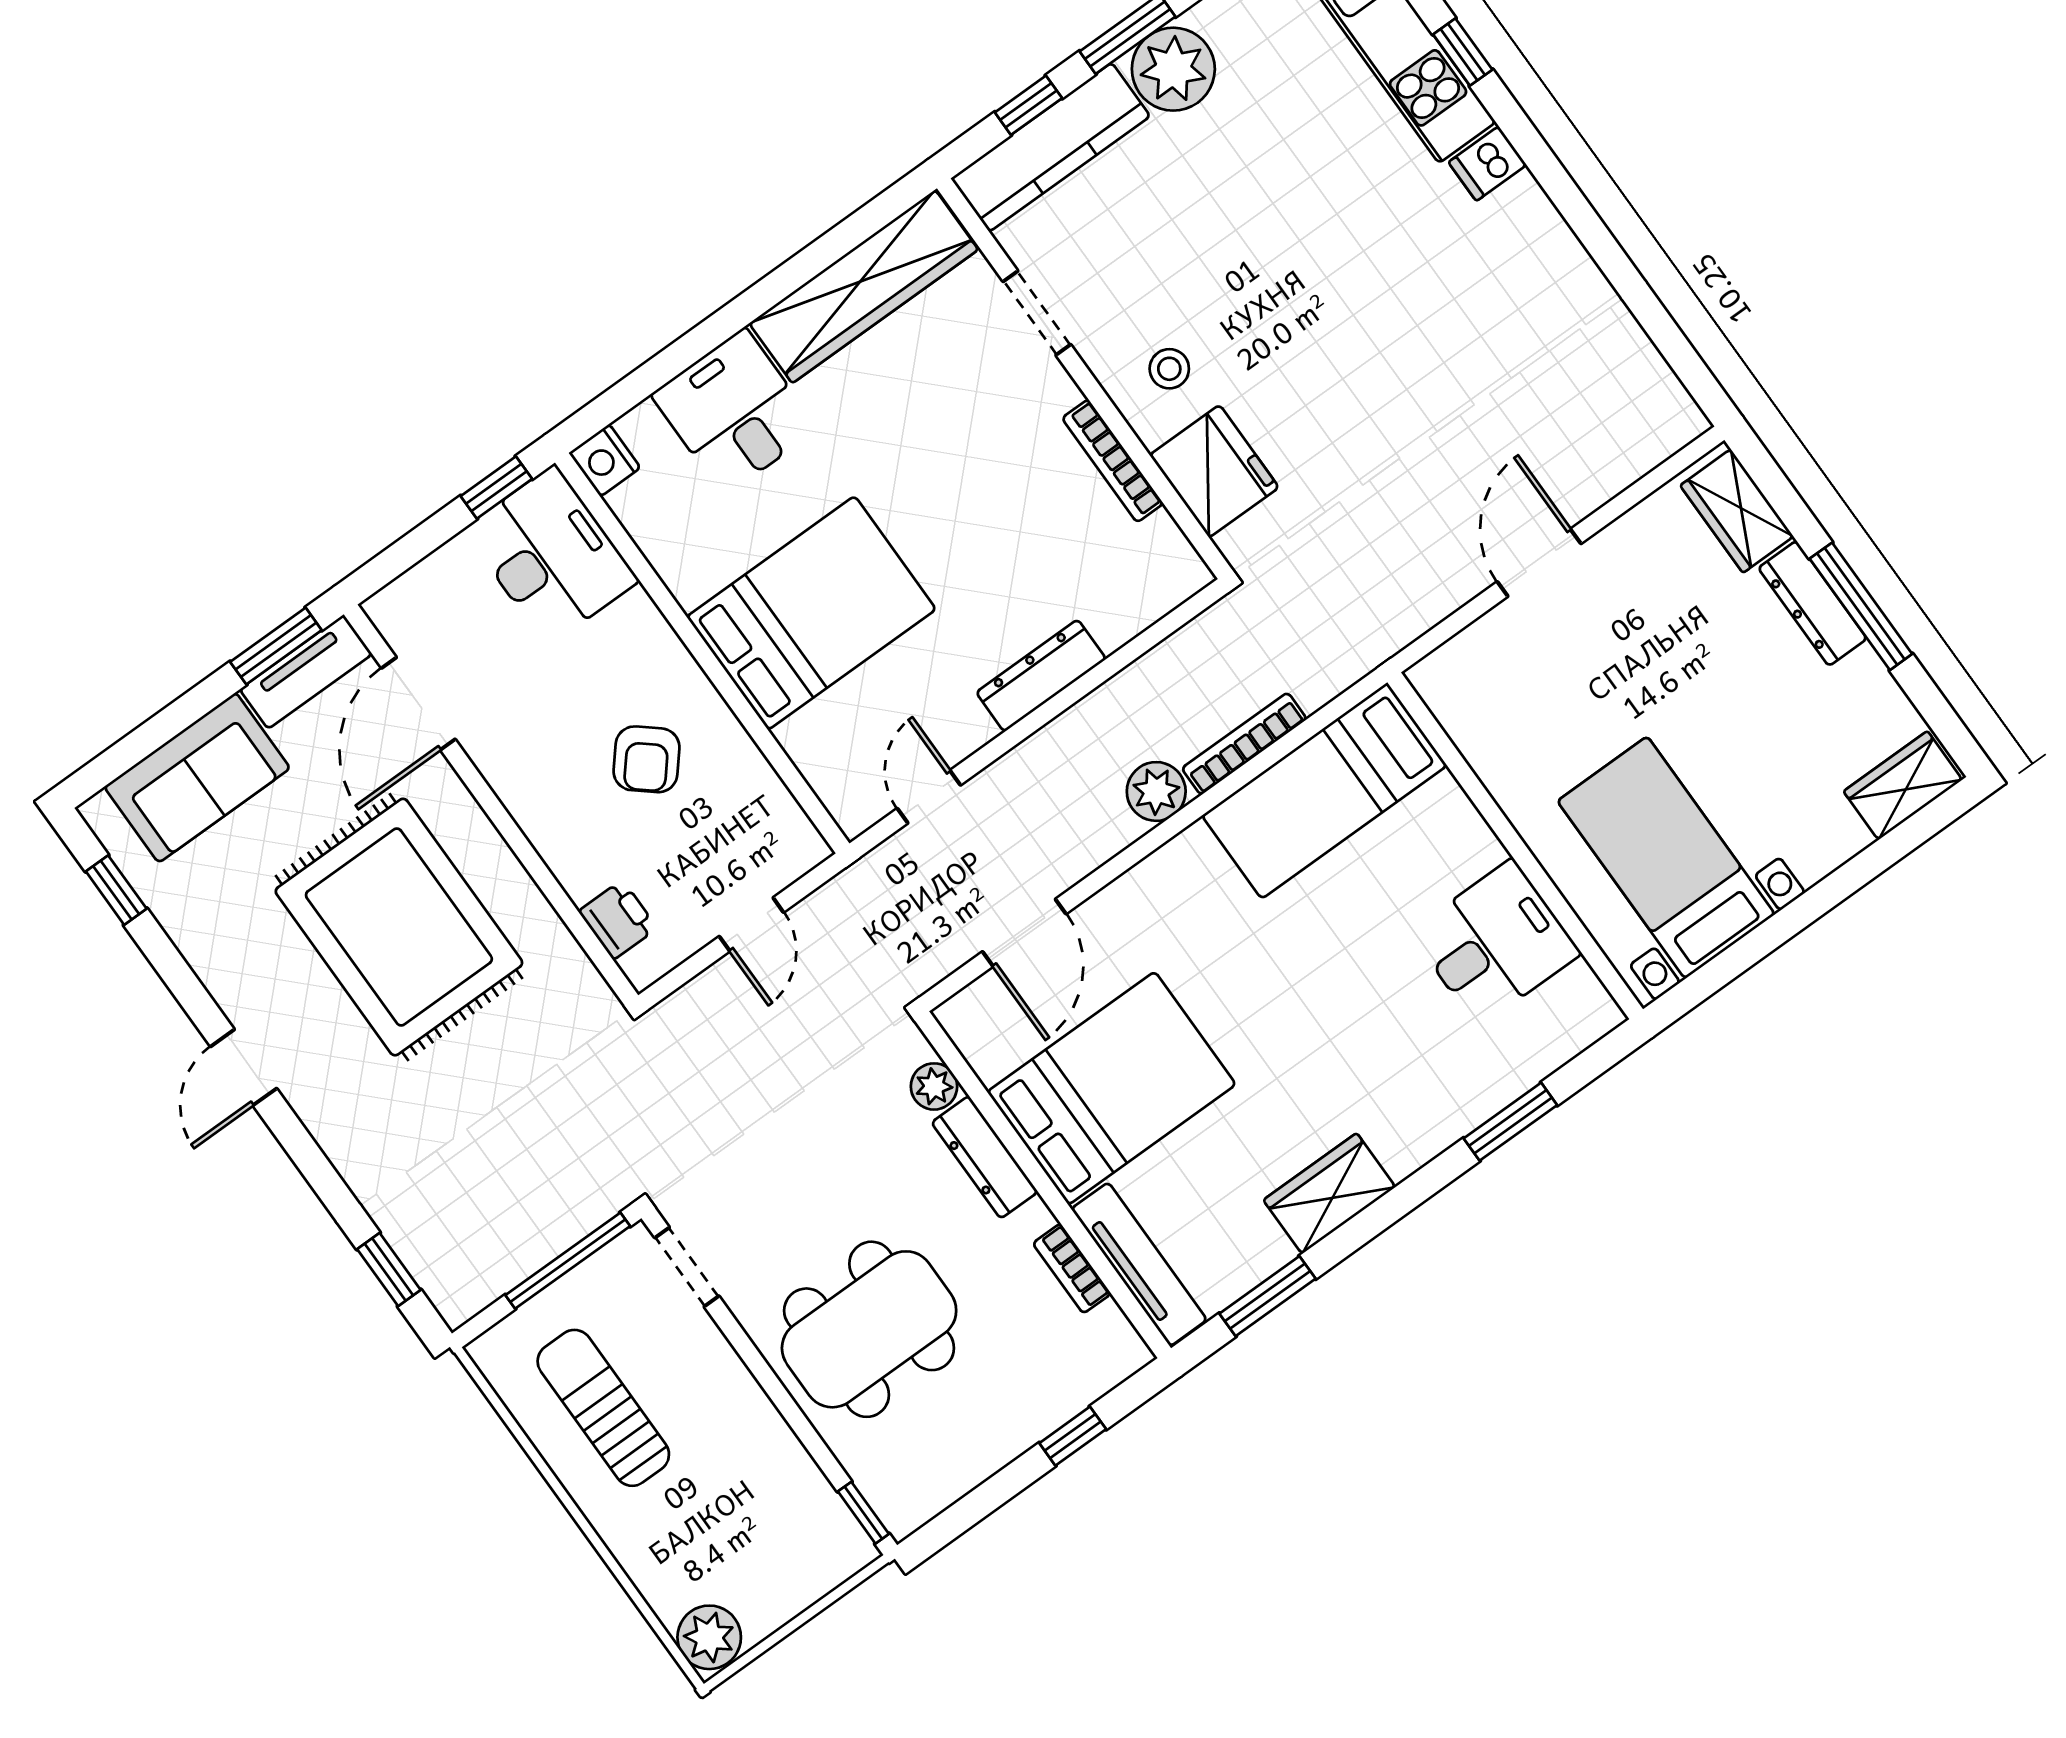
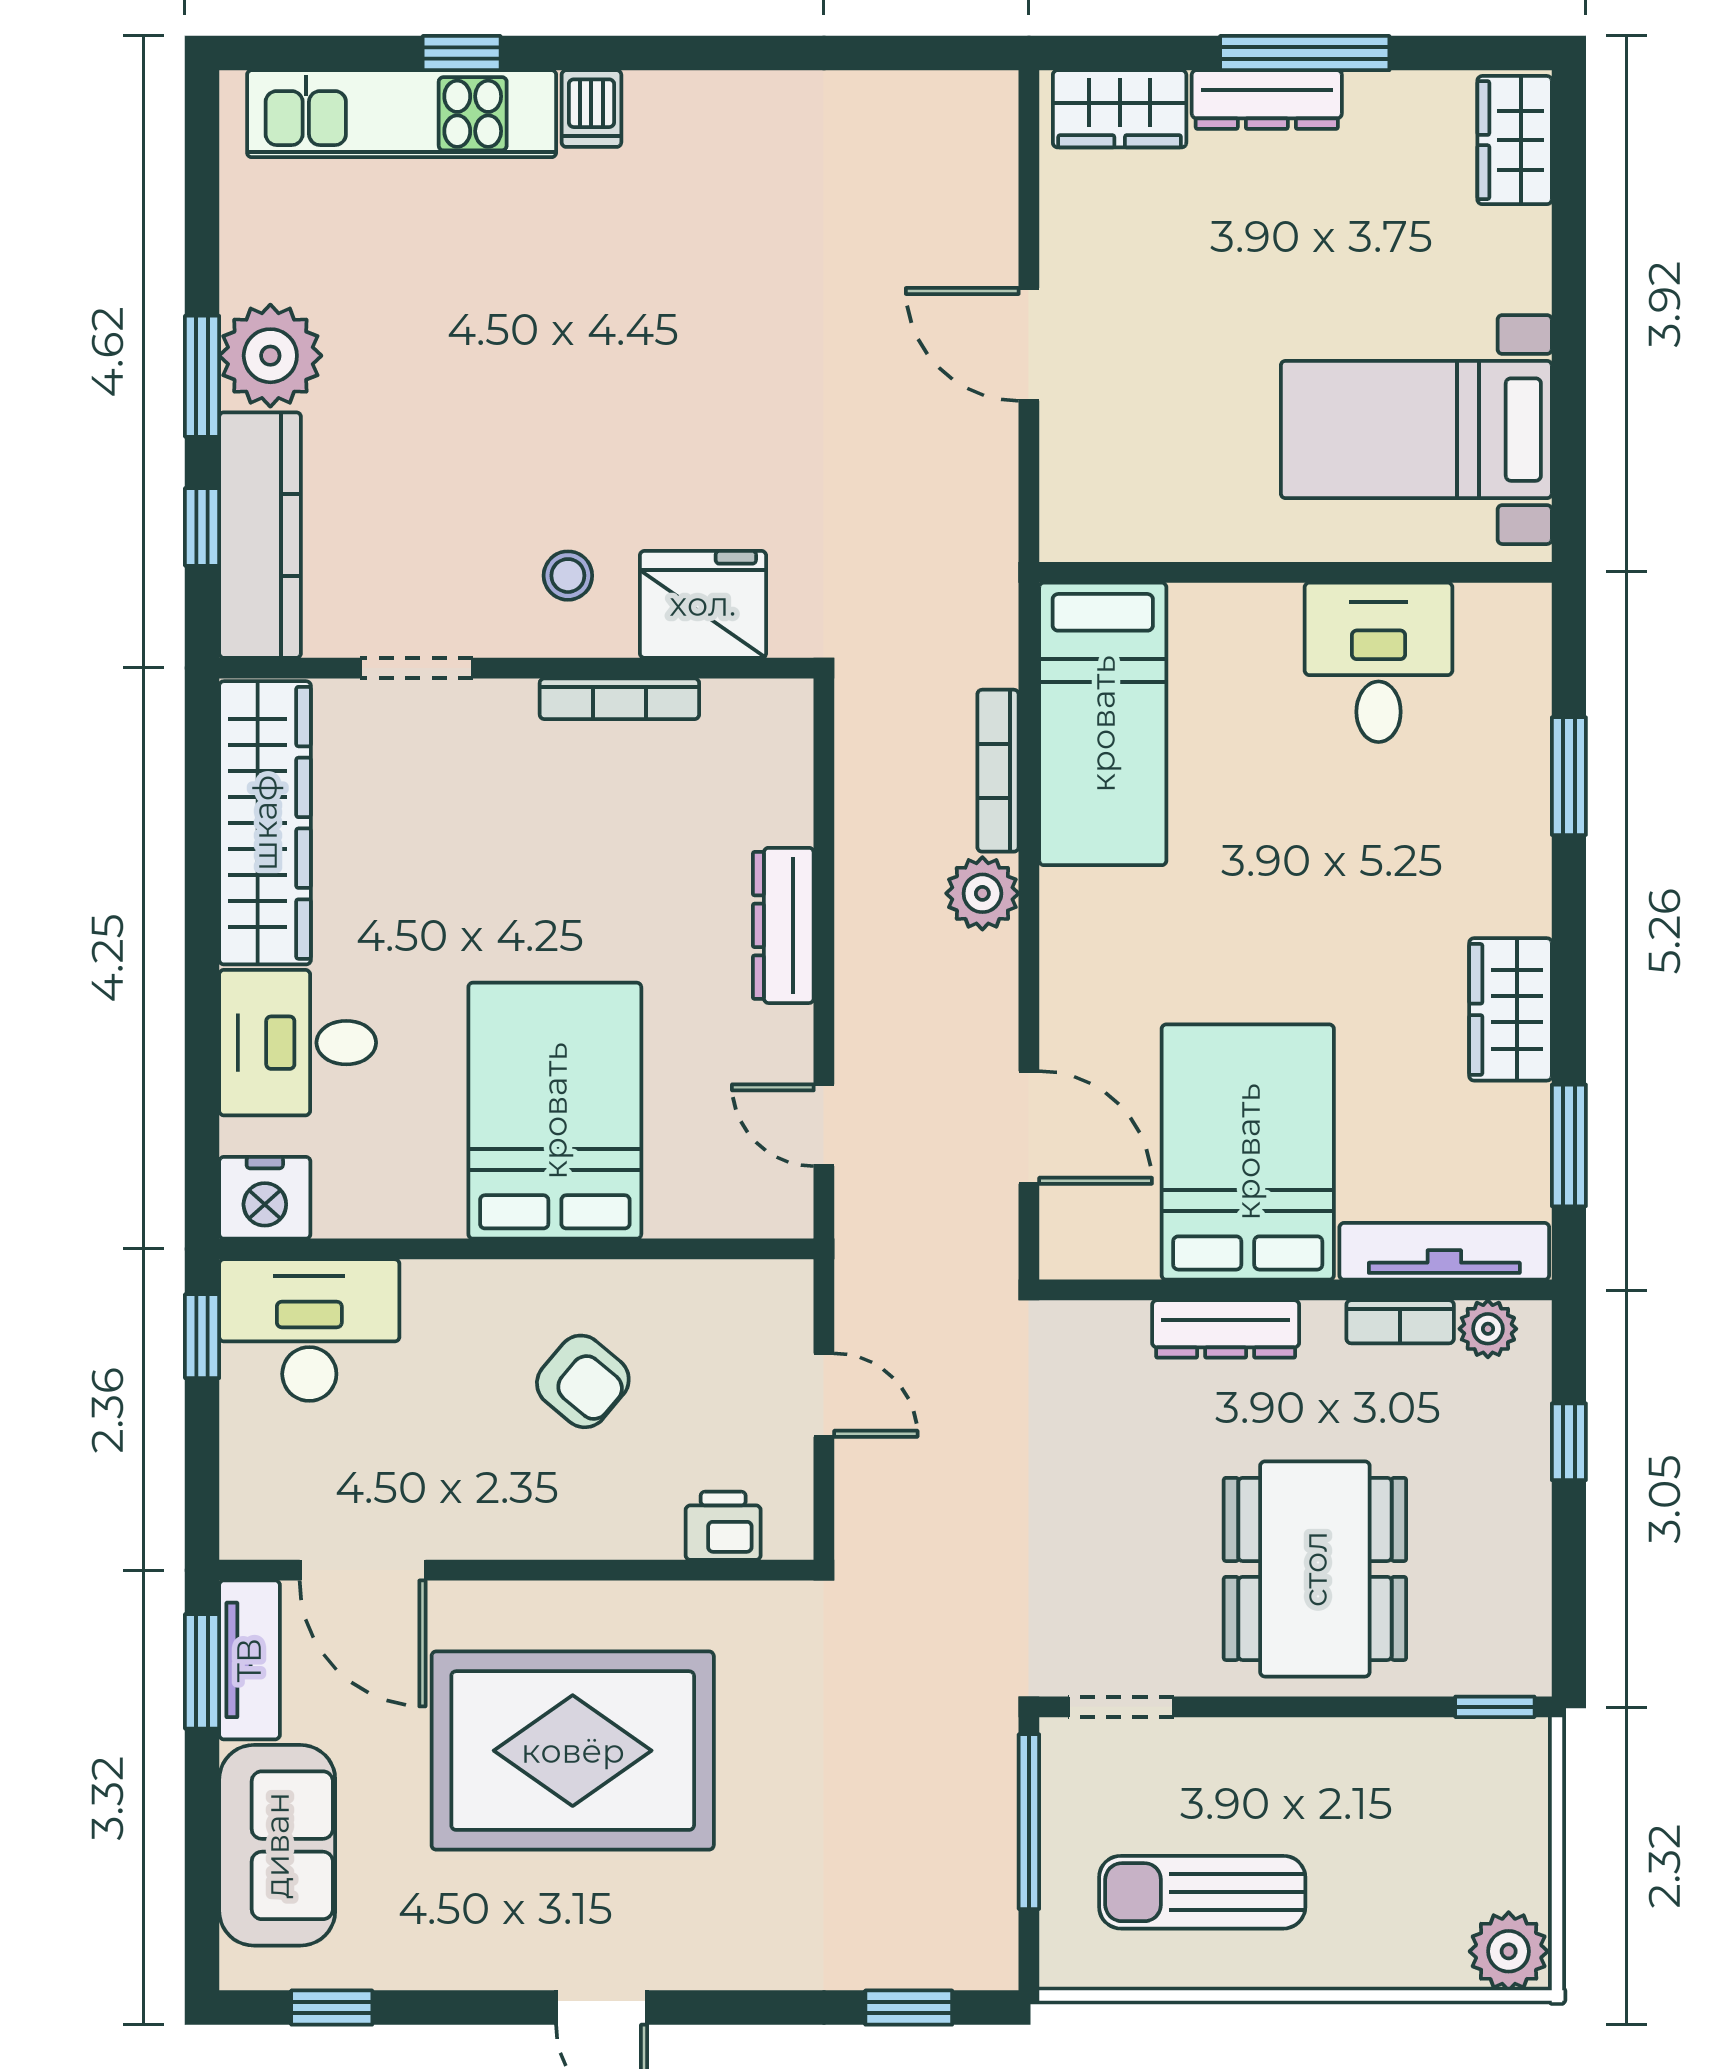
nightstand: (605, 460) -> (265, 1198), width x1.36, depth x1.33
plant: (934, 1086) -> (1488, 1329), moved

